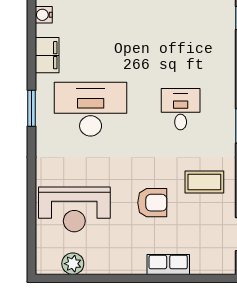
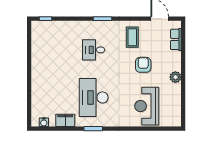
reception desk: (74, 209) -> (147, 106), turned 180
plant: (73, 264) -> (175, 77), moved
row of seats: (168, 264) -> (176, 39), moved

